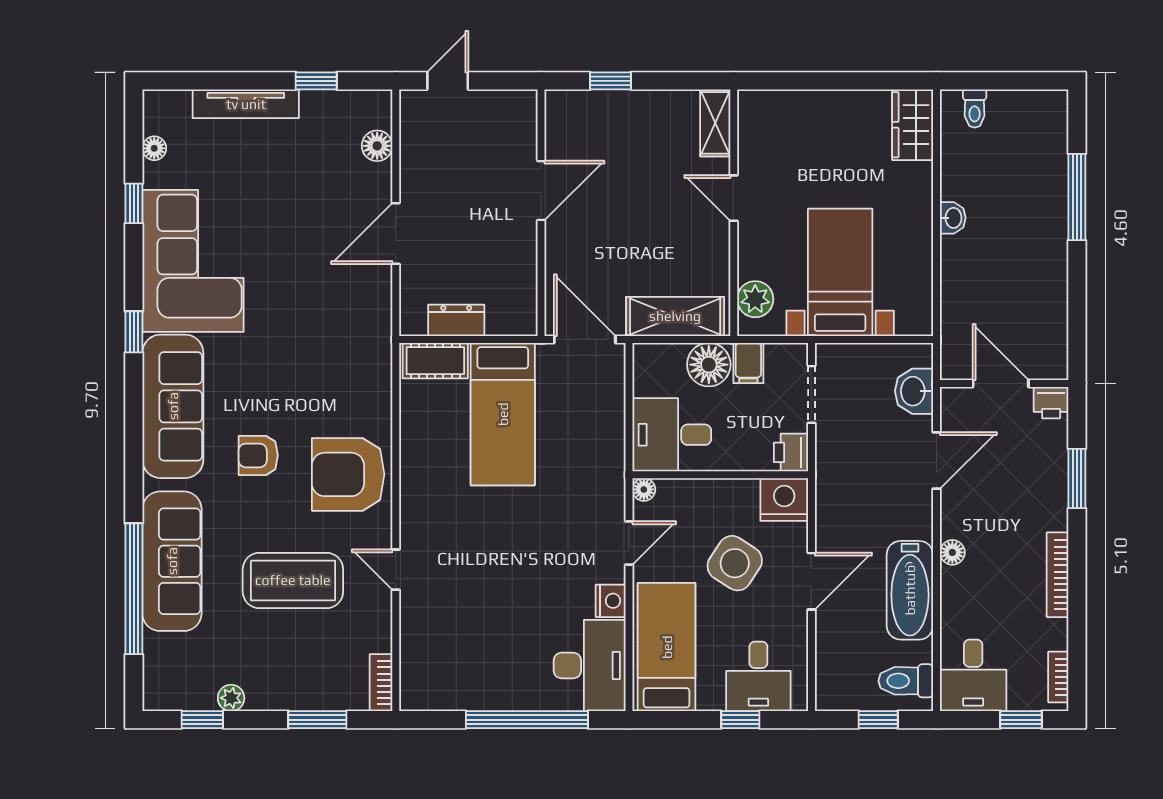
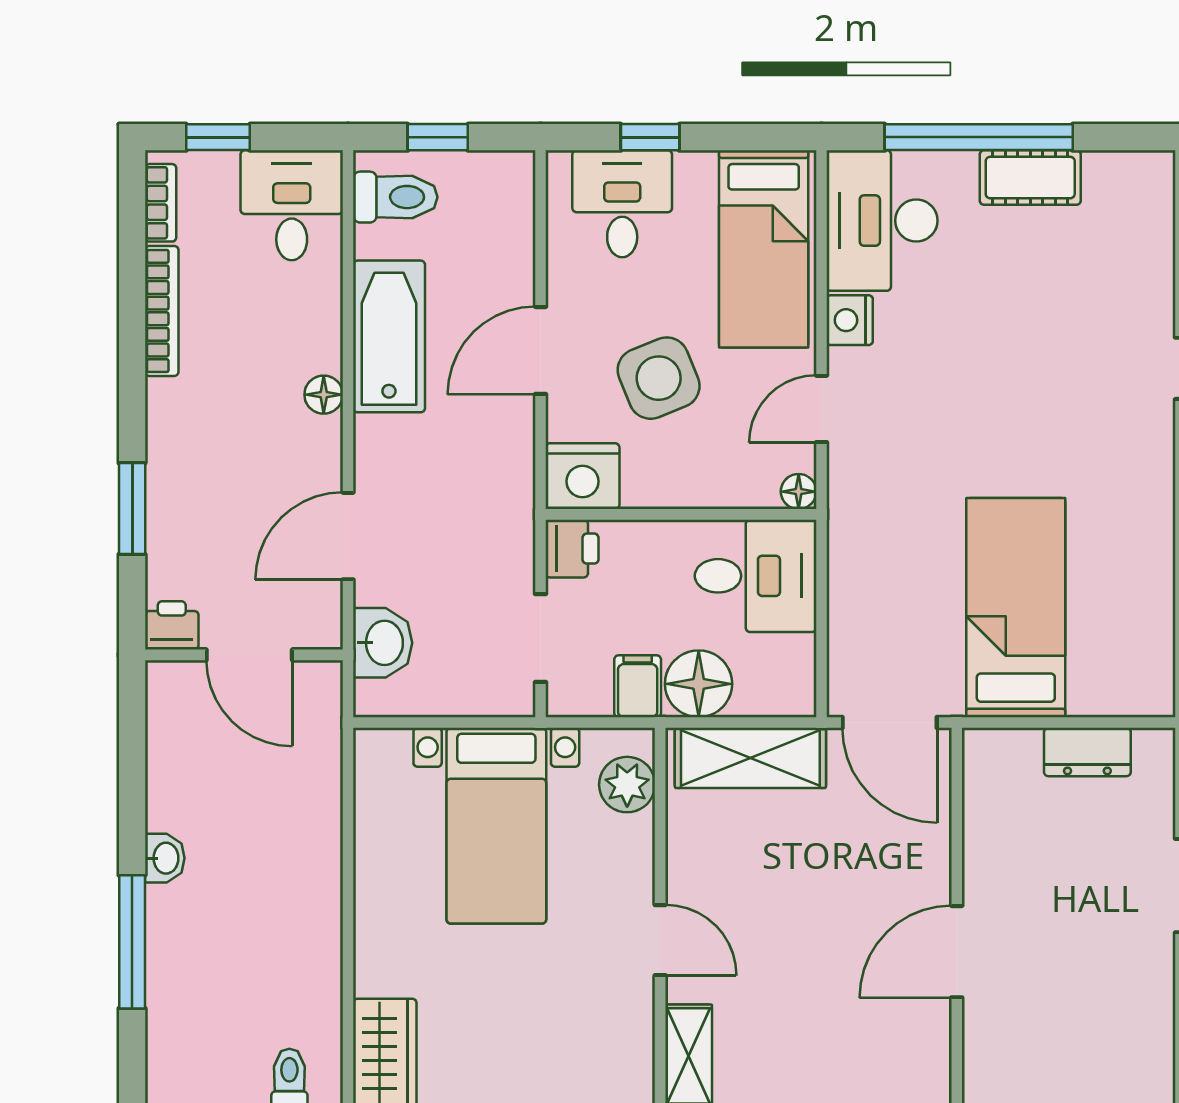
washbasin: (953, 218) -> (165, 858), moved, turned 180
cot: (435, 361) -> (1030, 178), moved
side table: (735, 563) -> (659, 378), turned 35
bookcase: (1058, 575) -> (162, 311), moved

